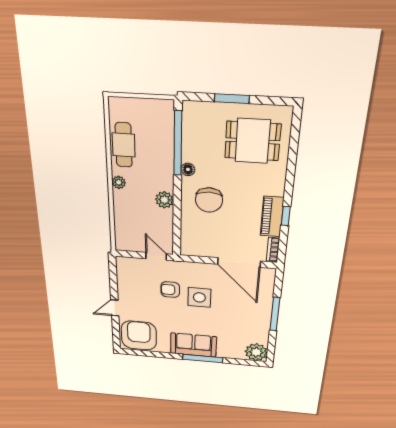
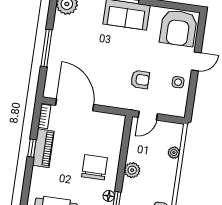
plant: (119, 182) -> (174, 153), moved
door: (156, 256) -> (148, 116), hinge flipped
side table: (199, 297) -> (178, 82), moved, width x0.54, depth x0.54

